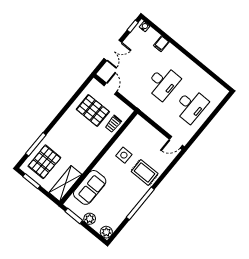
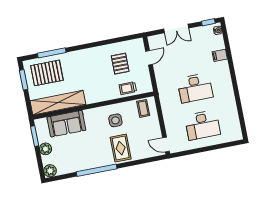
pallet: (93, 110) -> (120, 64), width x0.67, depth x0.71
coffee table: (137, 129) -> (143, 108), added
shelving: (65, 183) -> (58, 103), width x1.47

